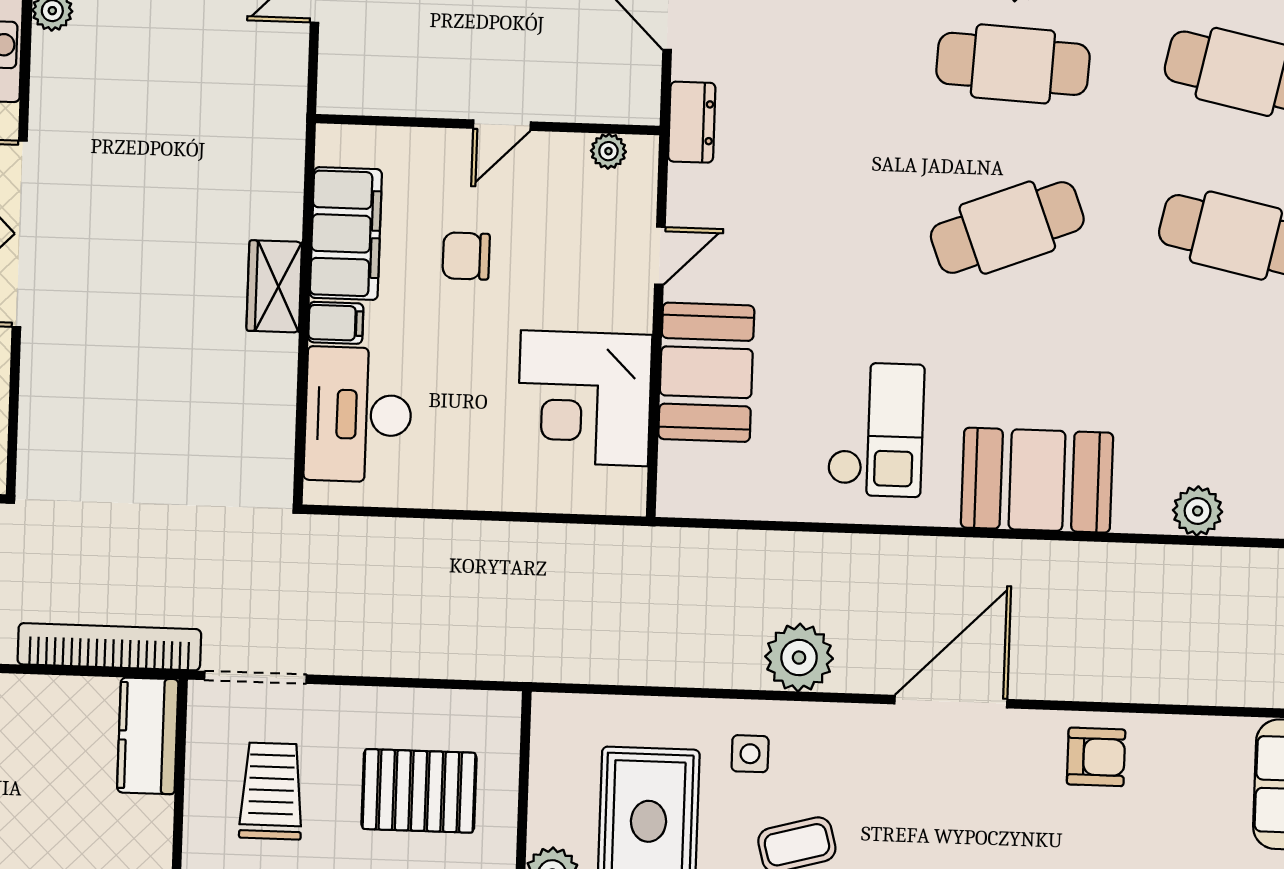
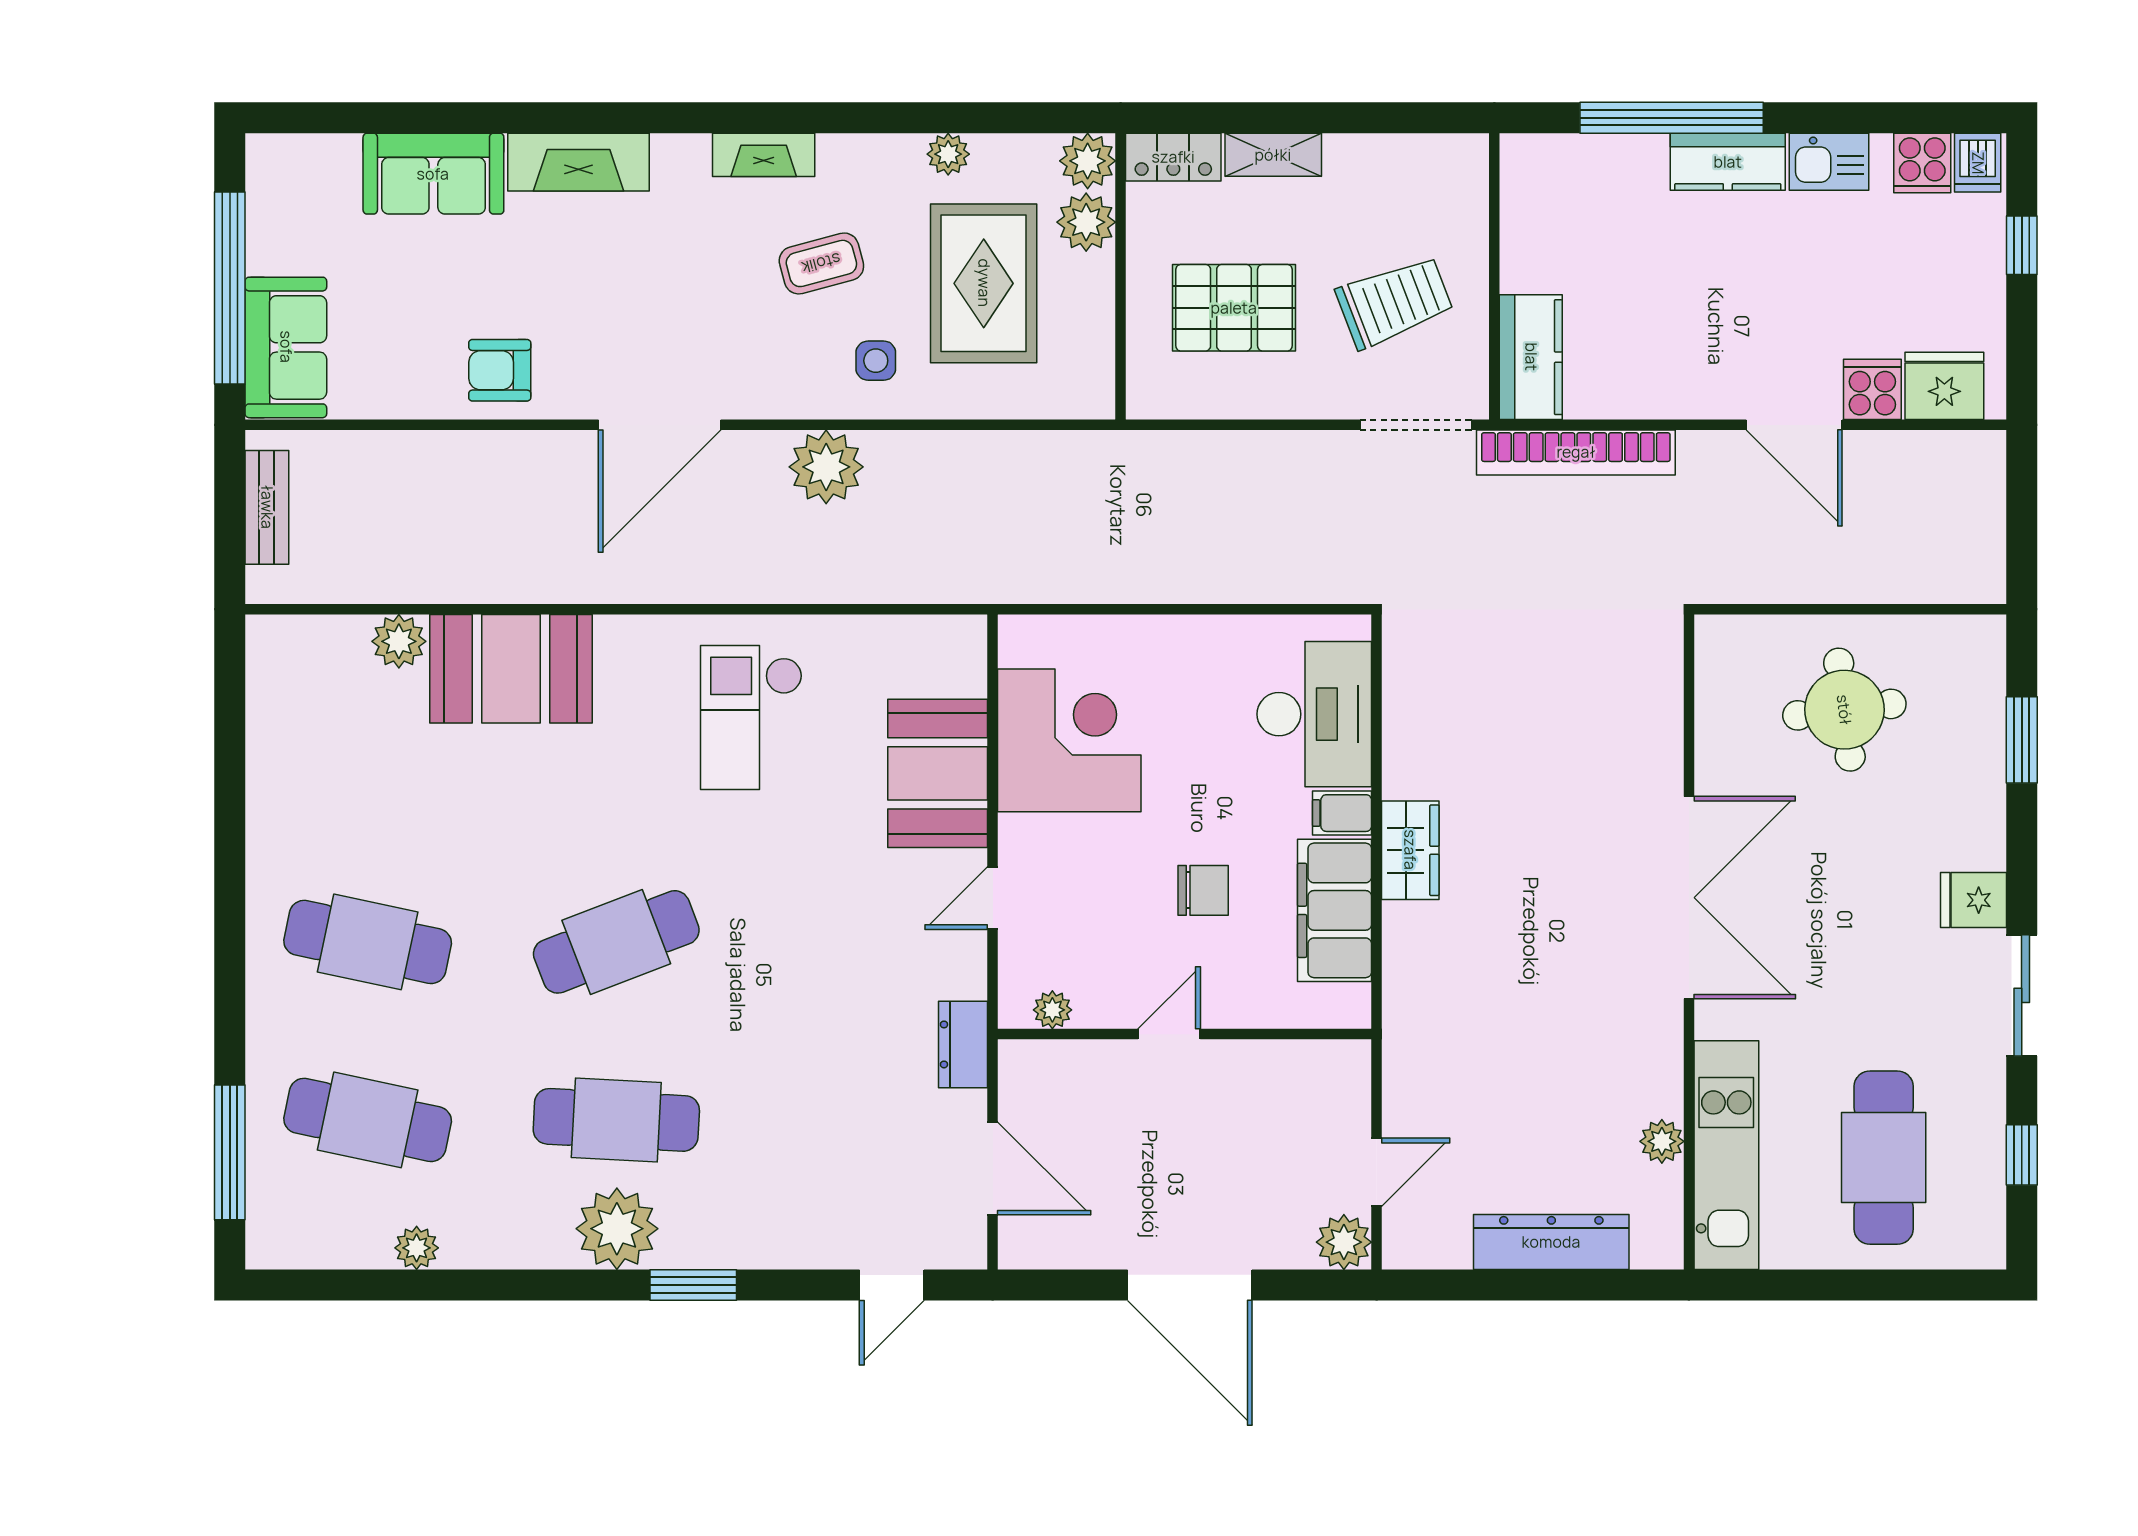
booth: (1037, 480) -> (511, 669), moved
trolley: (271, 791) -> (1394, 302), turned -111

